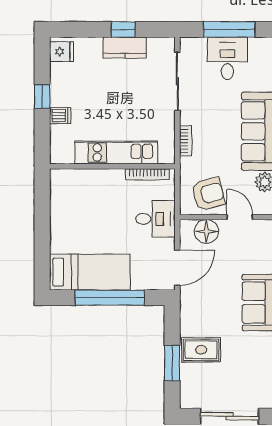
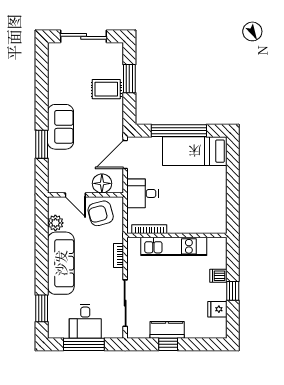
fridge: (62, 52) -> (217, 309), moved

